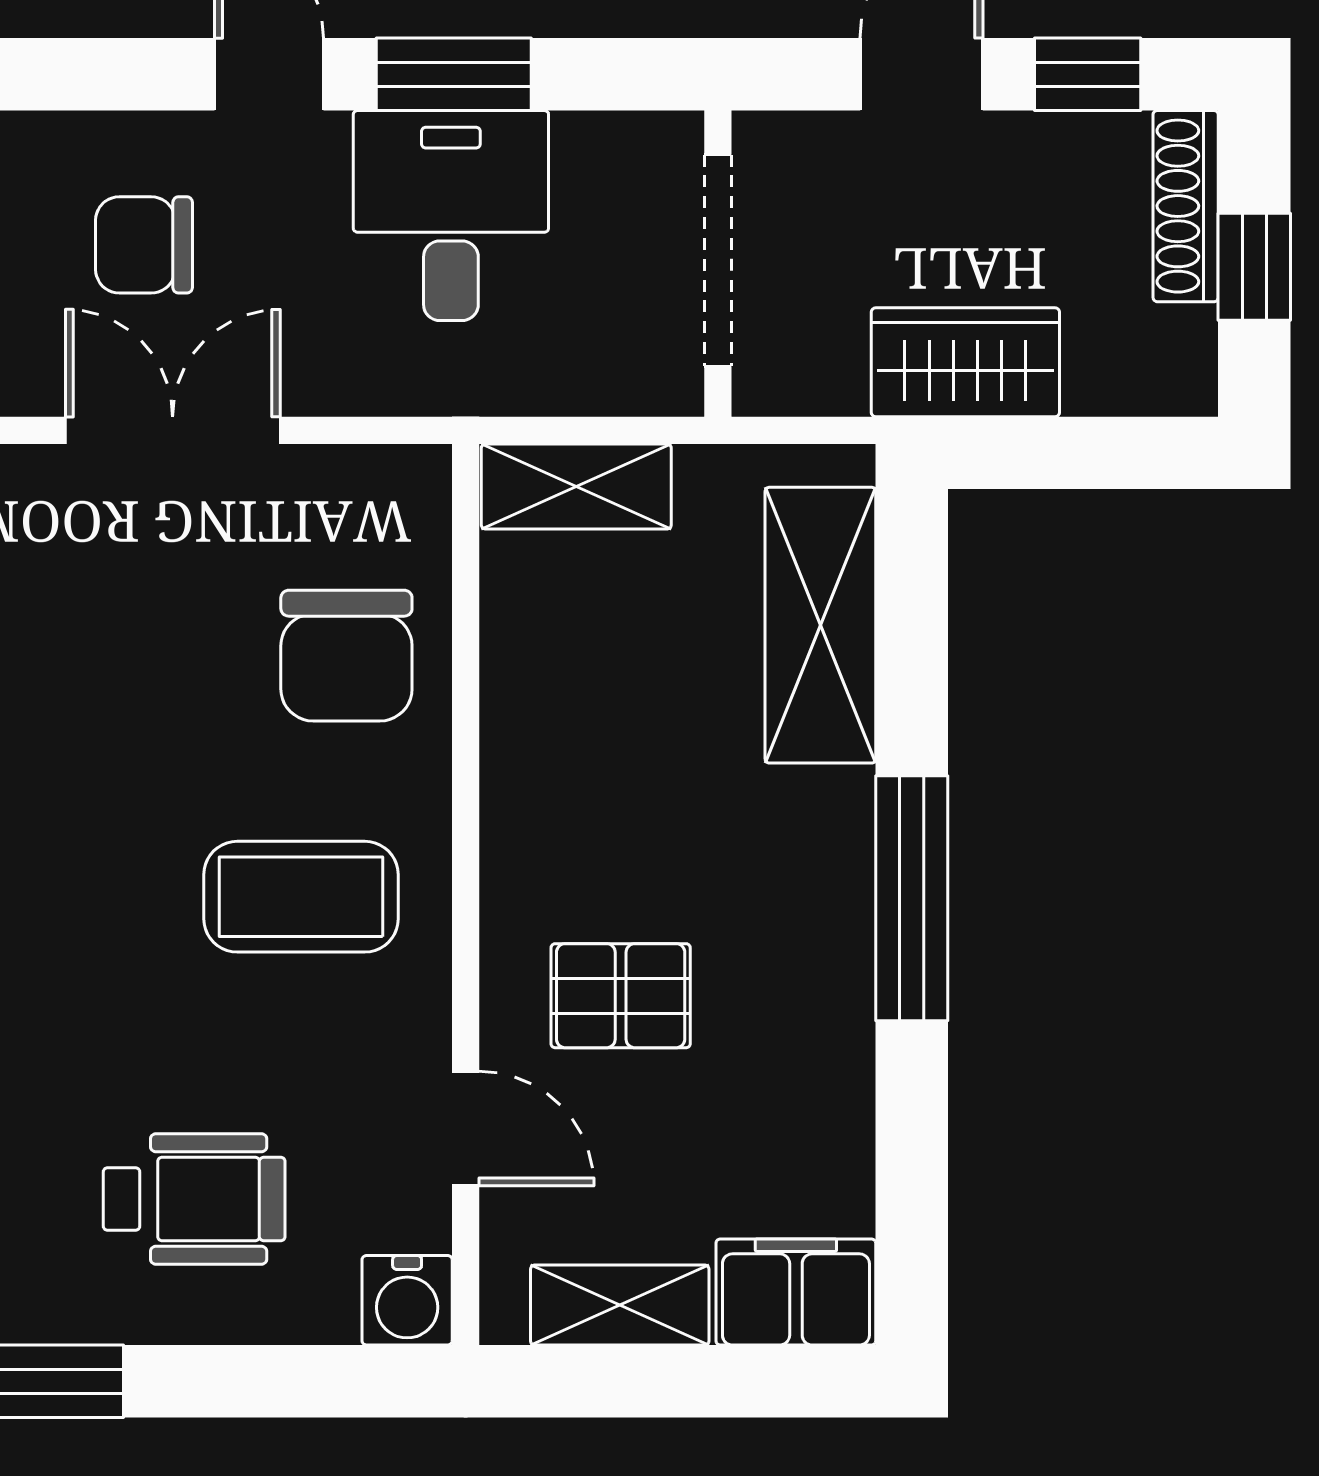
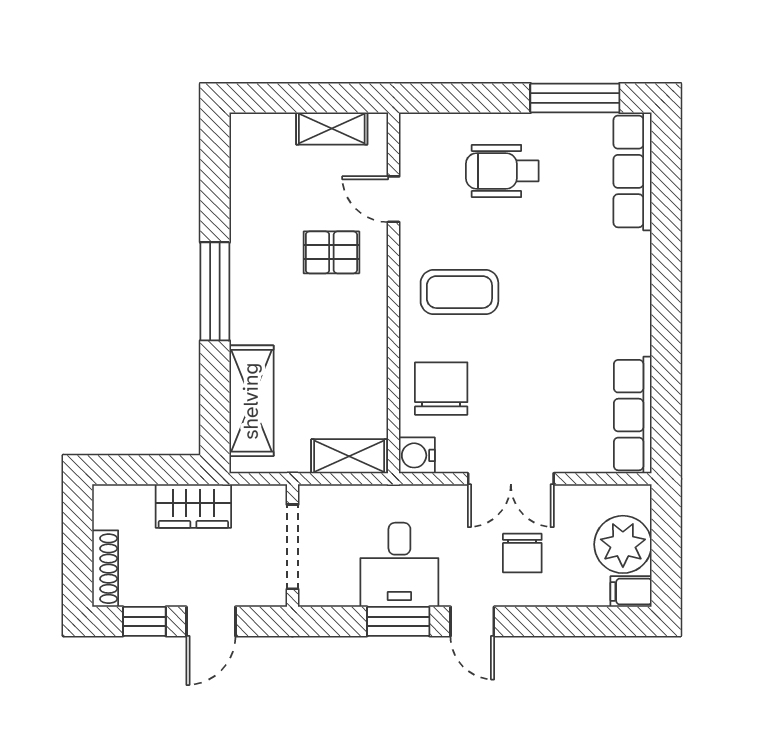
chair: (144, 245) -> (522, 553), turned 90
window: (1254, 267) -> (78, 544), removed
filing cabinet: (796, 1292) -> (261, 134), removed
water cooler: (407, 1300) -> (417, 455), moved, turned -90

